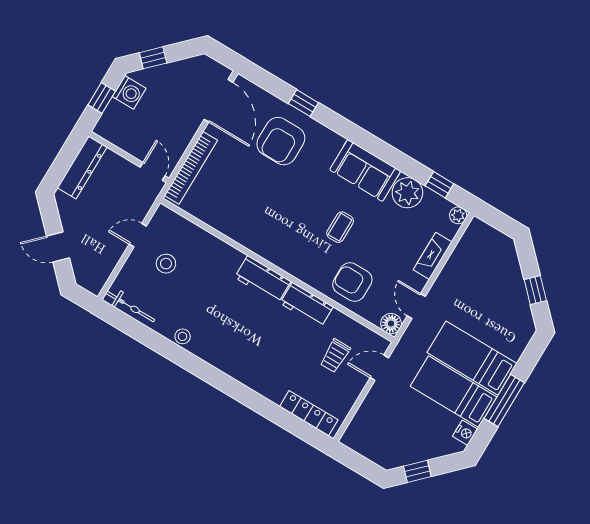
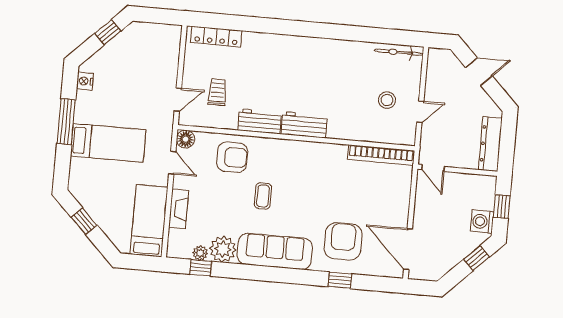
bookcase: (191, 168) -> (381, 155), moved, turned -90
sofa: (365, 170) -> (275, 251), width x1.36
plant: (458, 215) -> (200, 253), moved
stool: (183, 336) -> (346, 49), removed
bed: (454, 392) -> (149, 221), moved, turned -90

